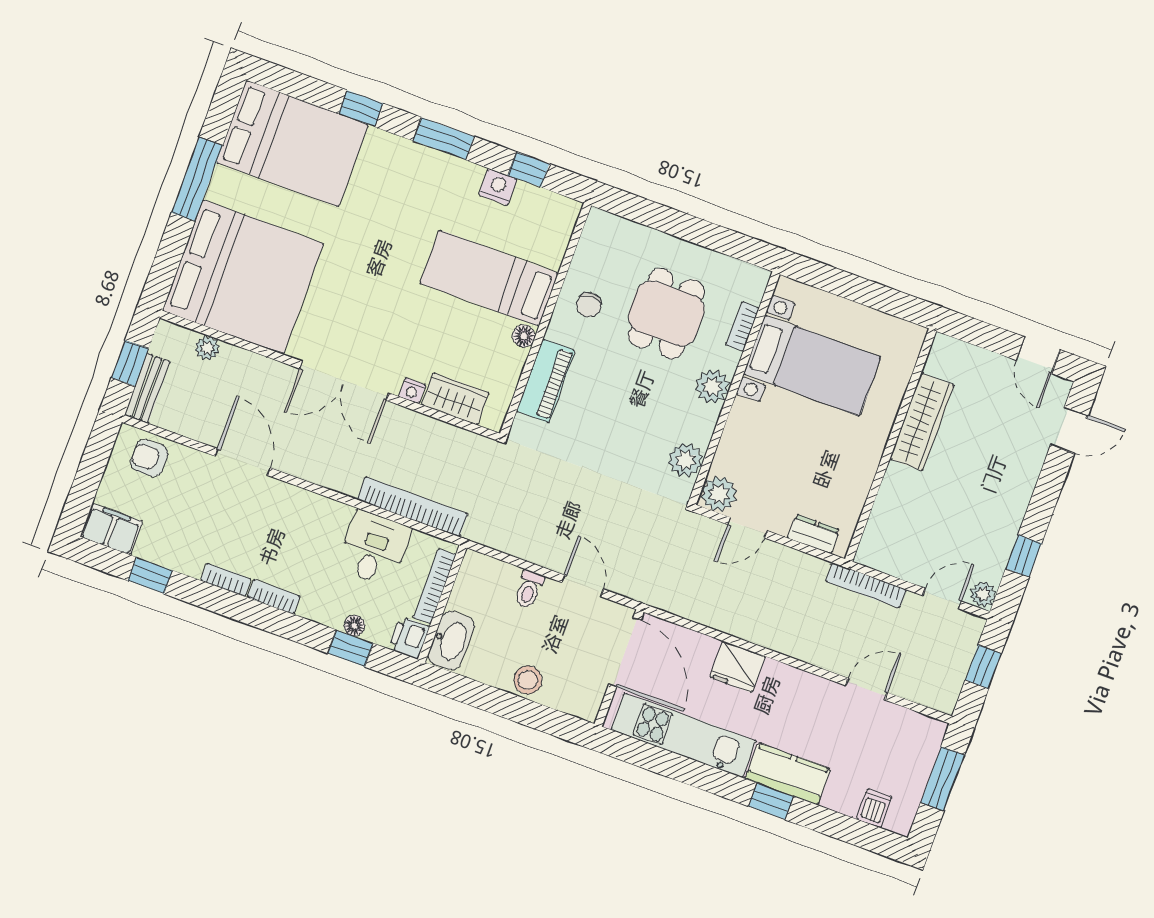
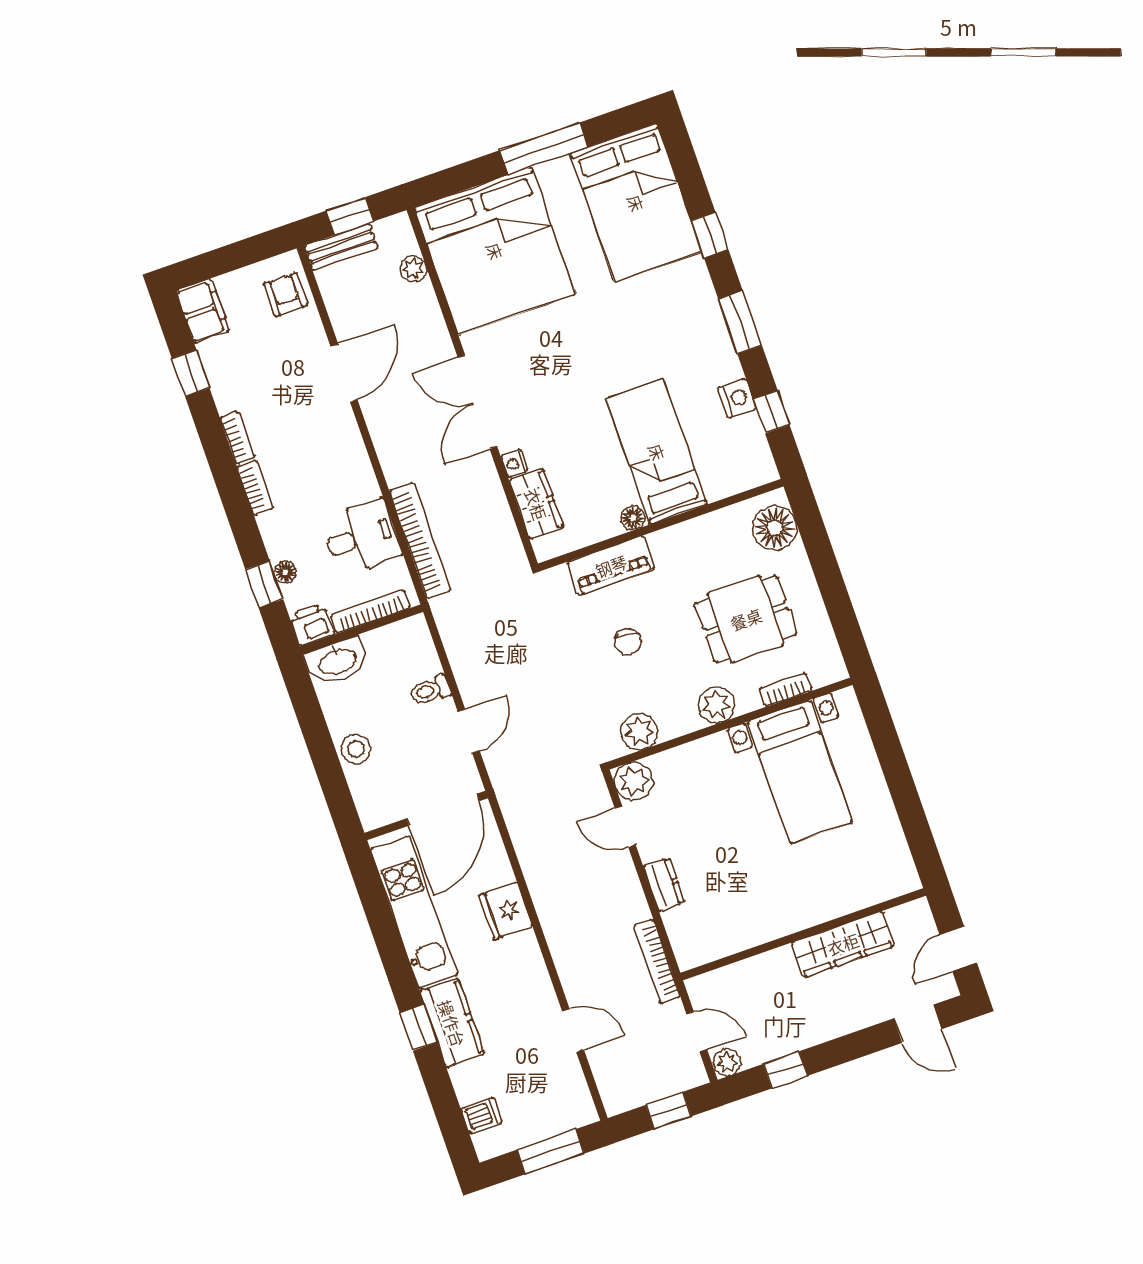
floor lamp: (617, 237) -> (775, 528), added
chair: (589, 305) -> (628, 642), moved, turned -79
wardrobe: (922, 422) -> (843, 944), moved
wall: (891, 445) -> (803, 934), moved

